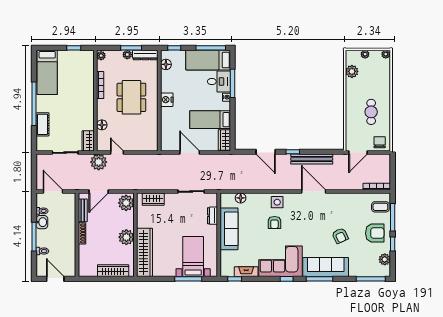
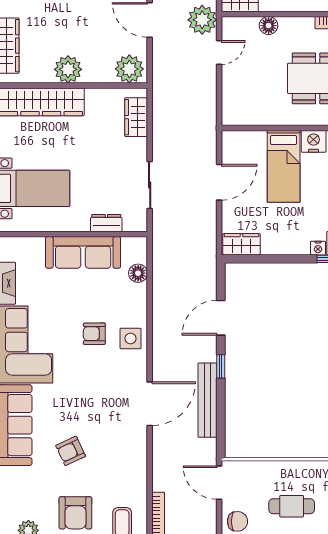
bed: (210, 120) -> (284, 166), moved, turned 180

